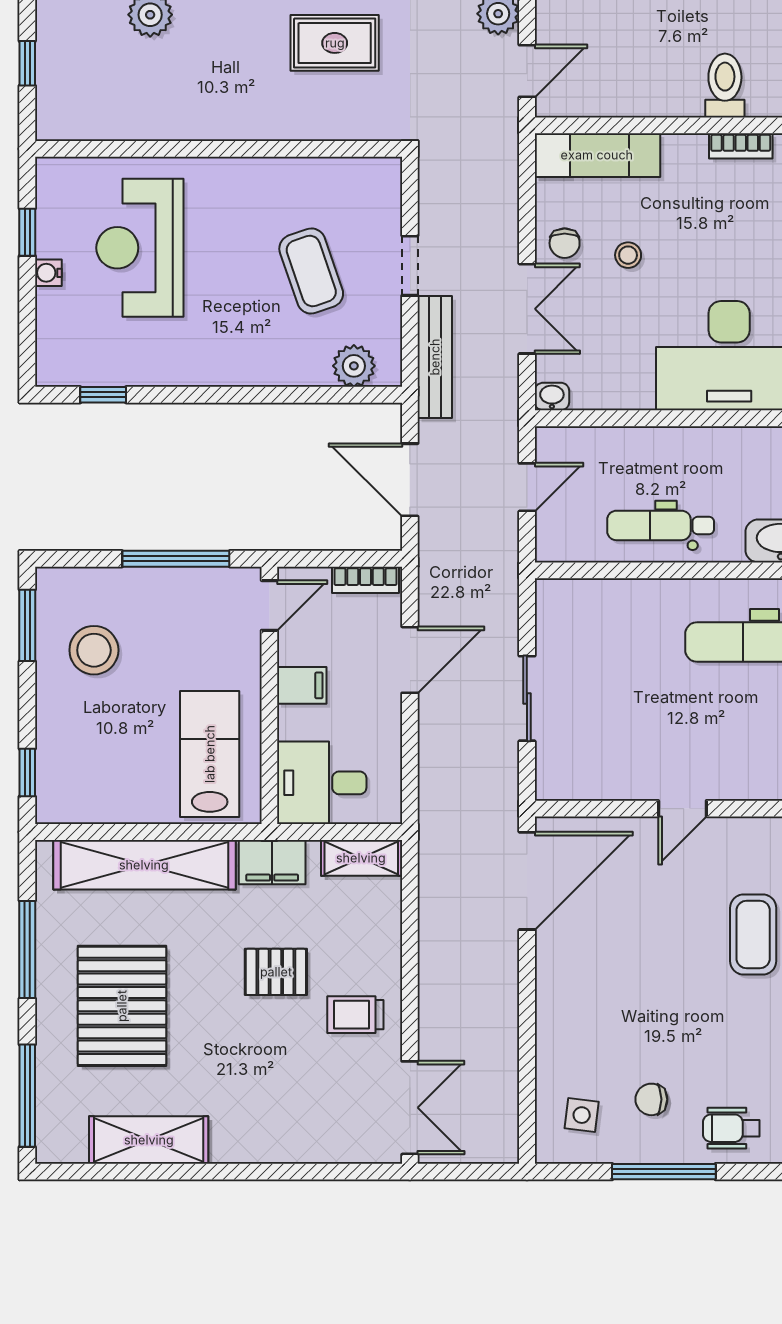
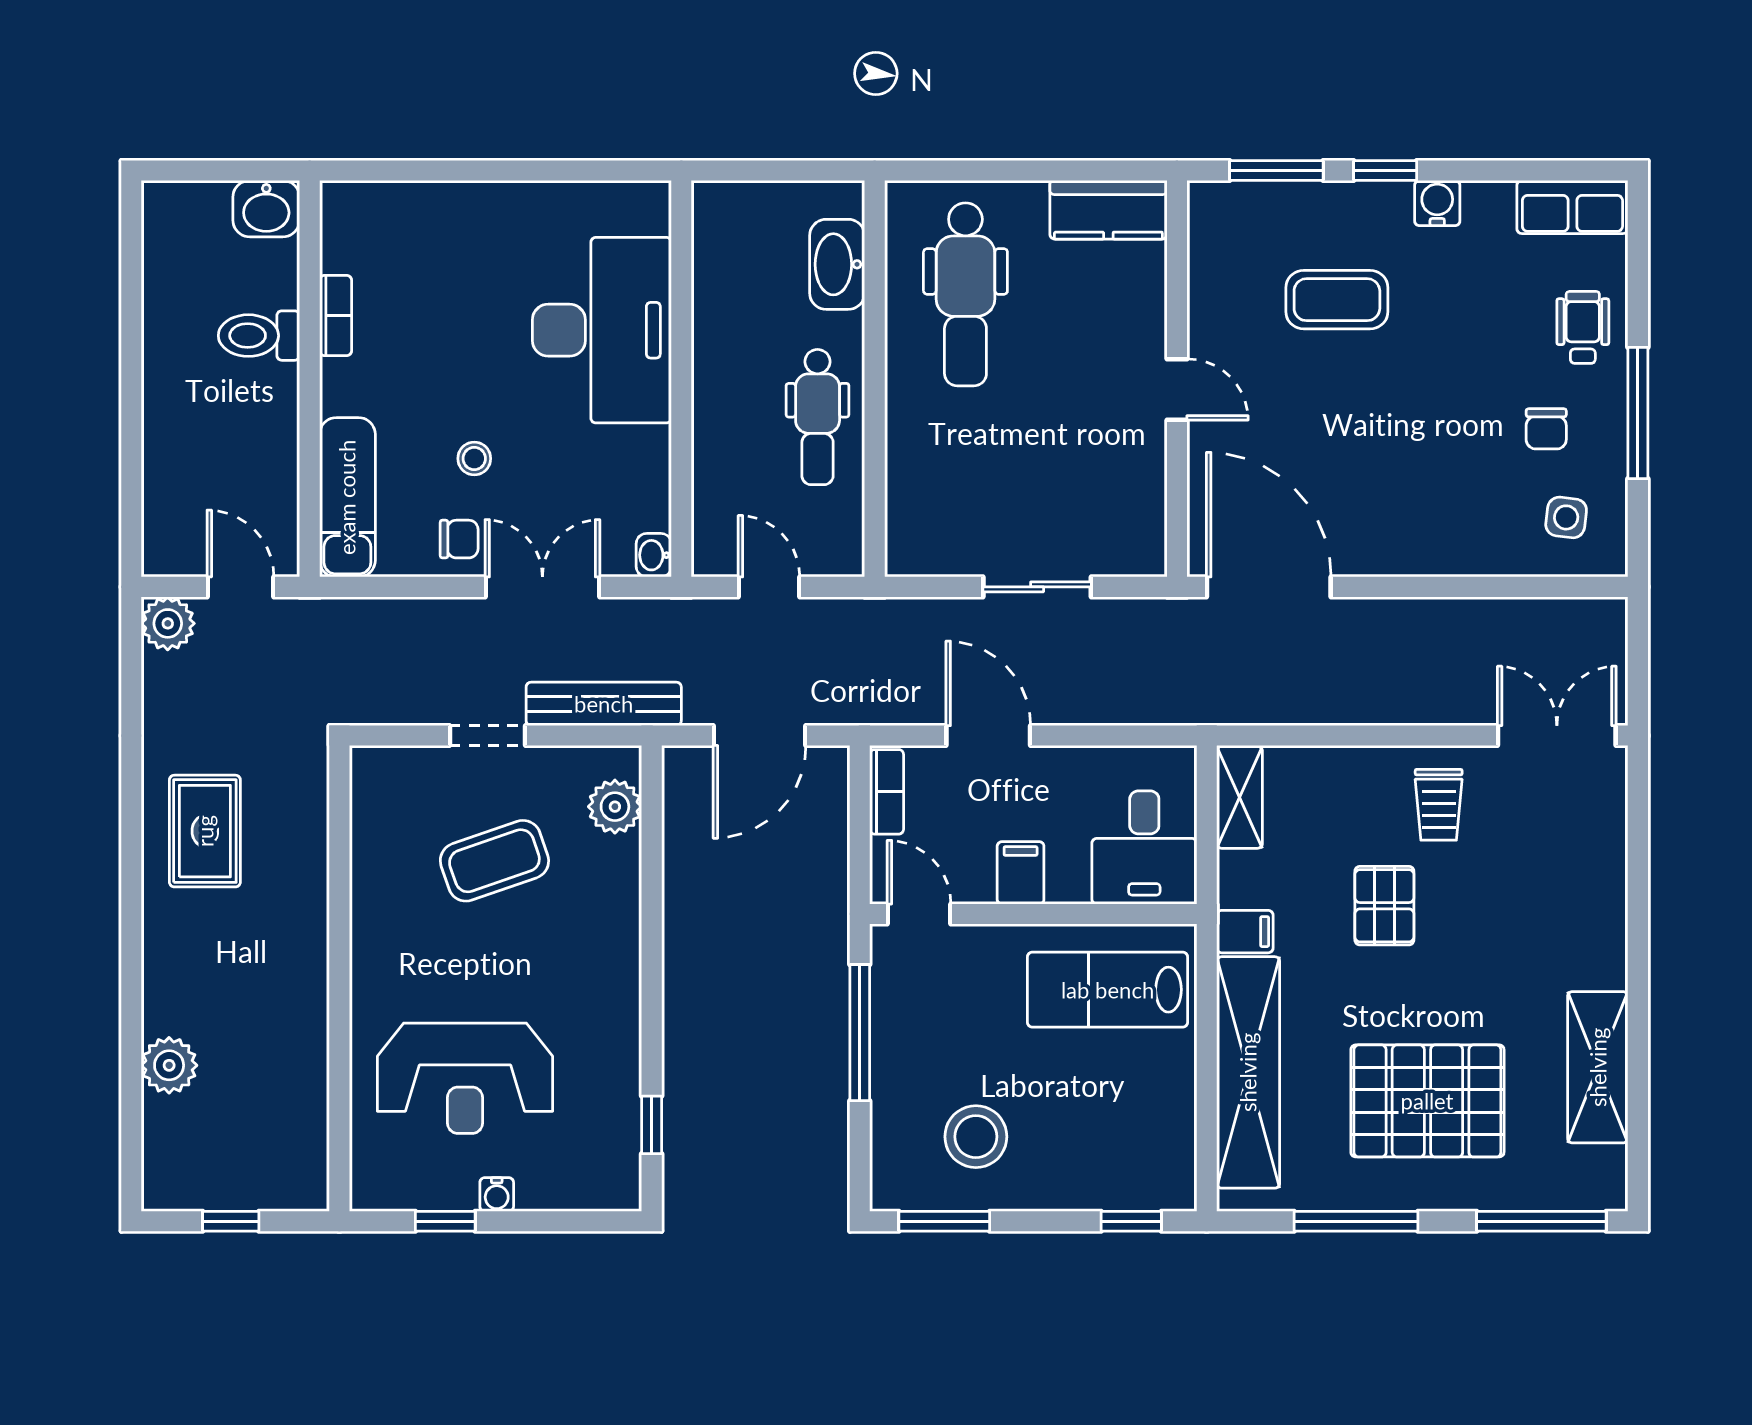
filing cabinet: (272, 862) -> (1245, 932), width x0.50
wheelchair: (731, 1128) -> (1583, 327), turned 180

